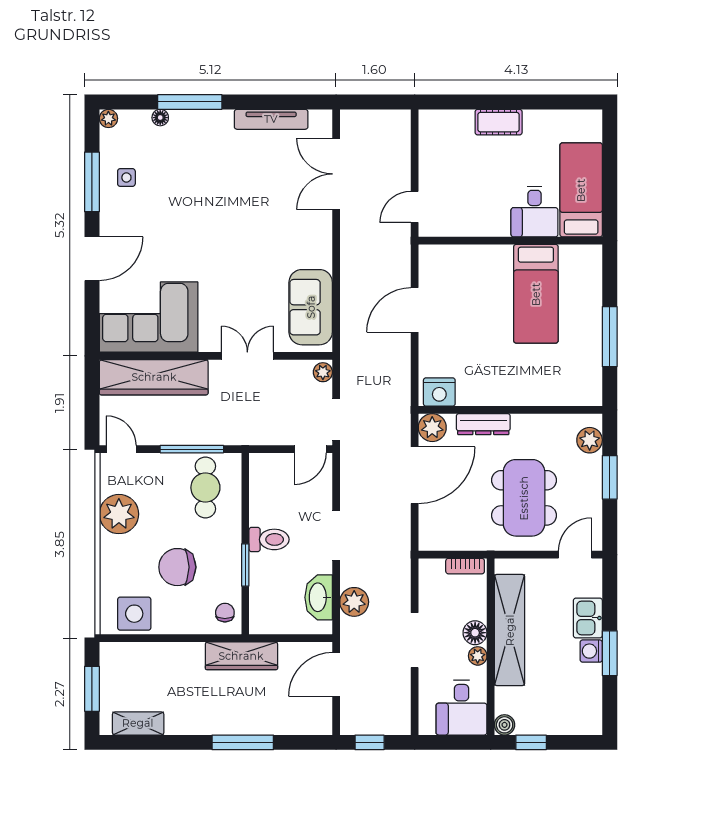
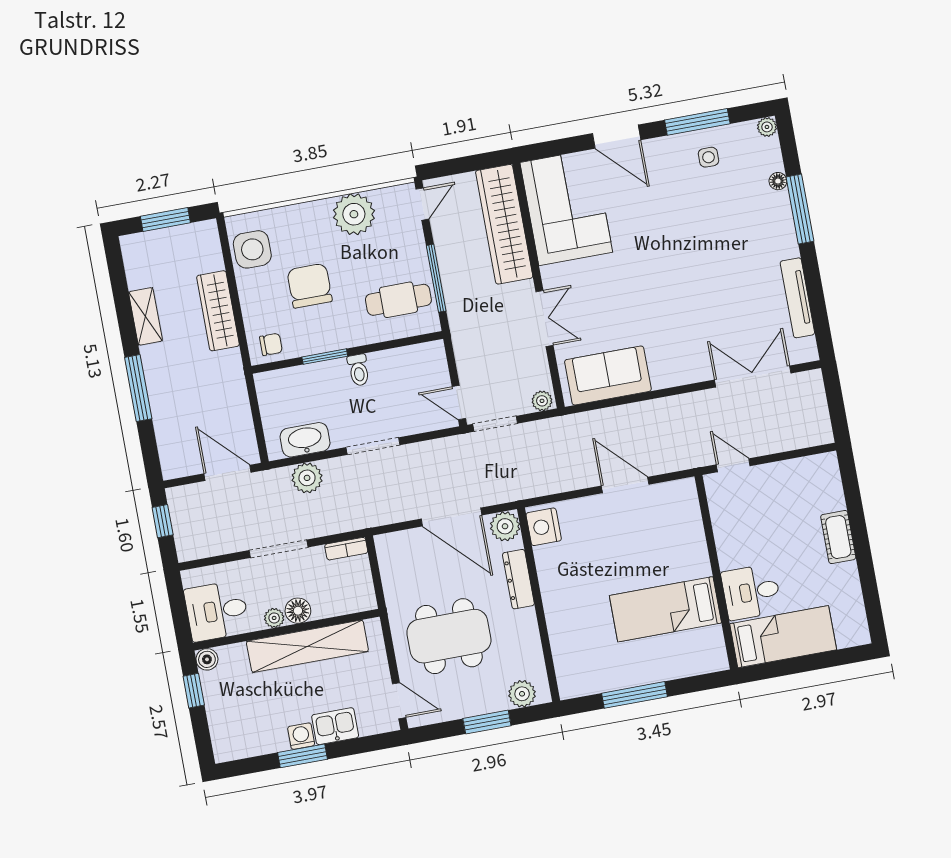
toilet: (269, 539) -> (359, 370), width x0.73, depth x0.72
bookcase: (465, 566) -> (346, 549), moved, turned -90
wardrobe: (241, 656) -> (218, 311), moved
shelving: (138, 723) -> (146, 316), moved

